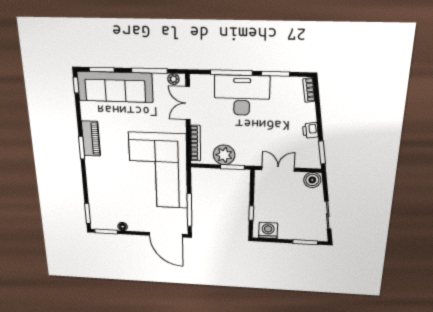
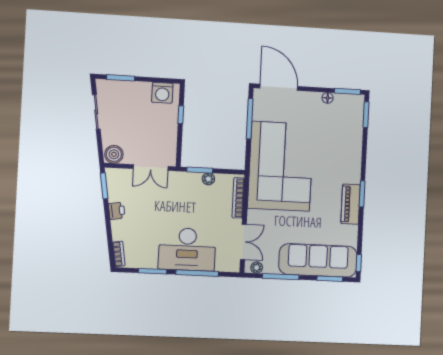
plant: (224, 155) -> (208, 179), width x0.53, depth x0.53

